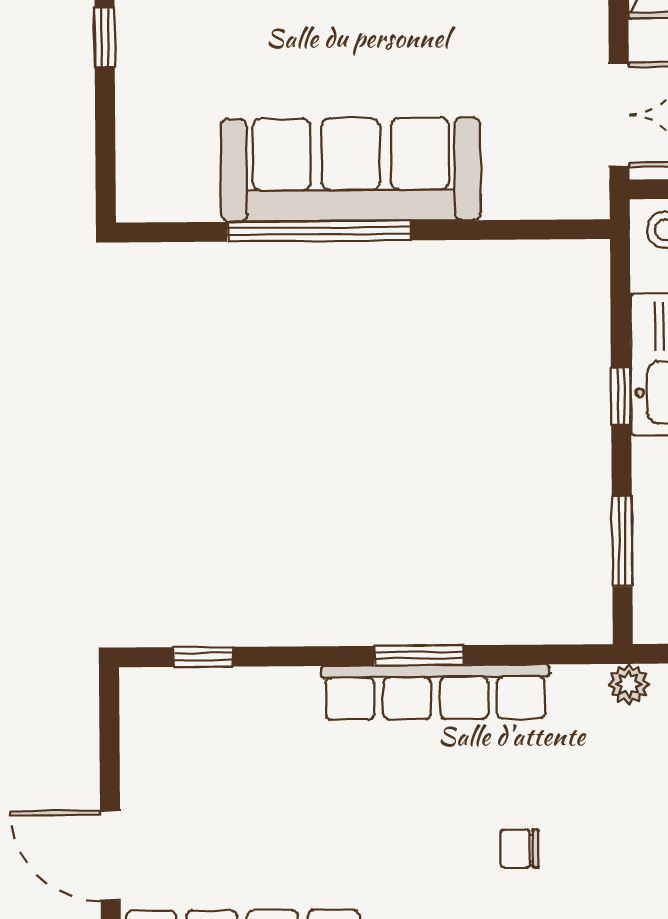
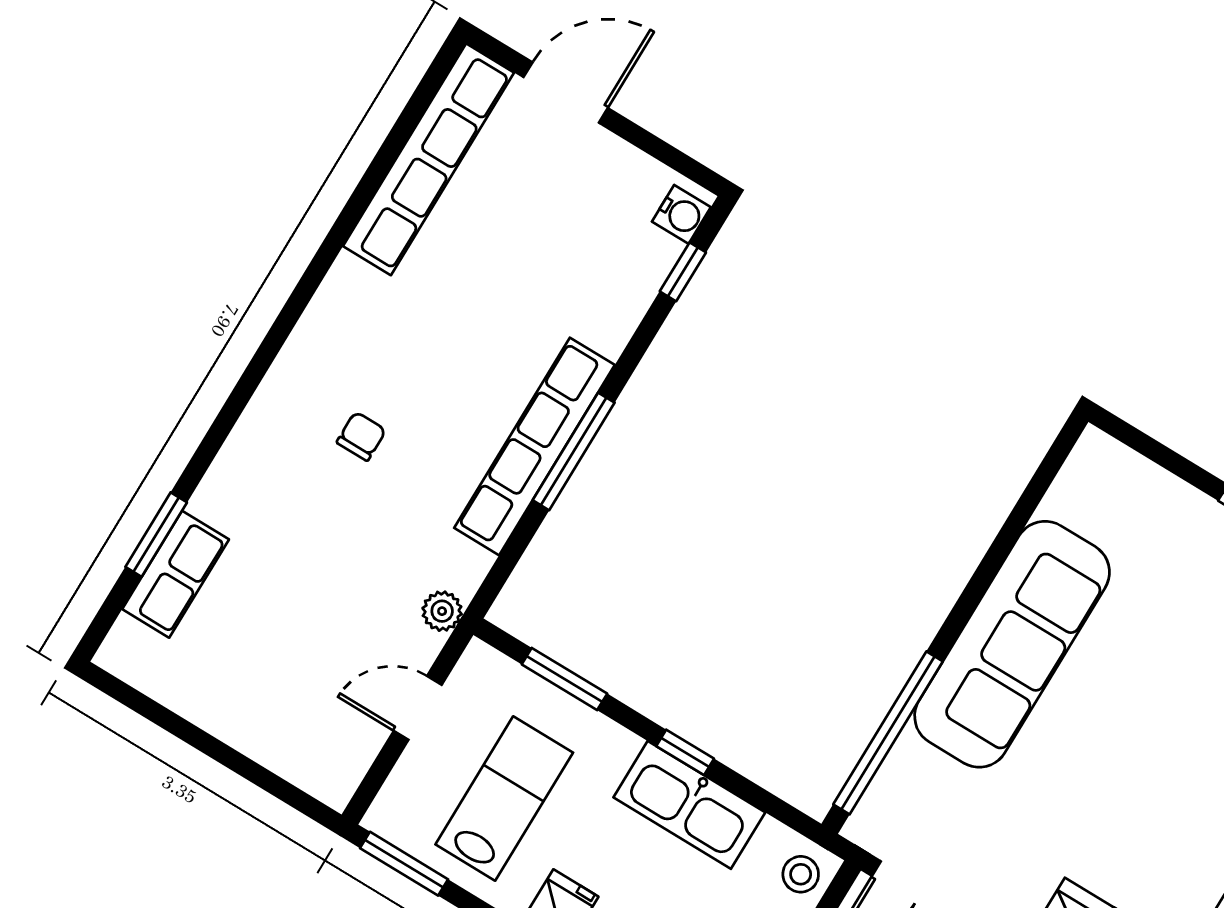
window: (319, 231) -> (888, 733), moved
window: (419, 655) -> (574, 451), width x1.44
water cooler: (154, 689) -> (681, 214), added

